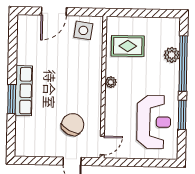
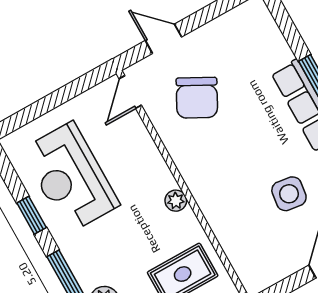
side table: (83, 30) -> (289, 194), moved
window: (182, 115) -> (32, 215), width x0.67

